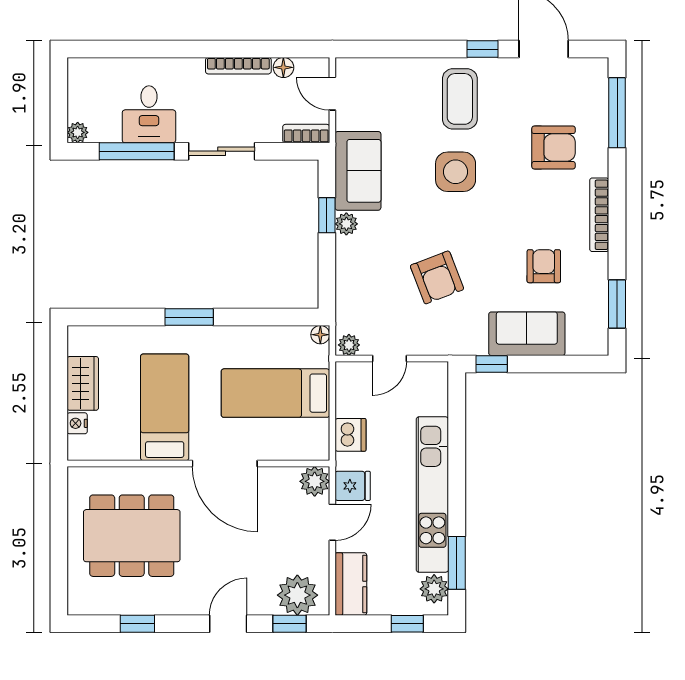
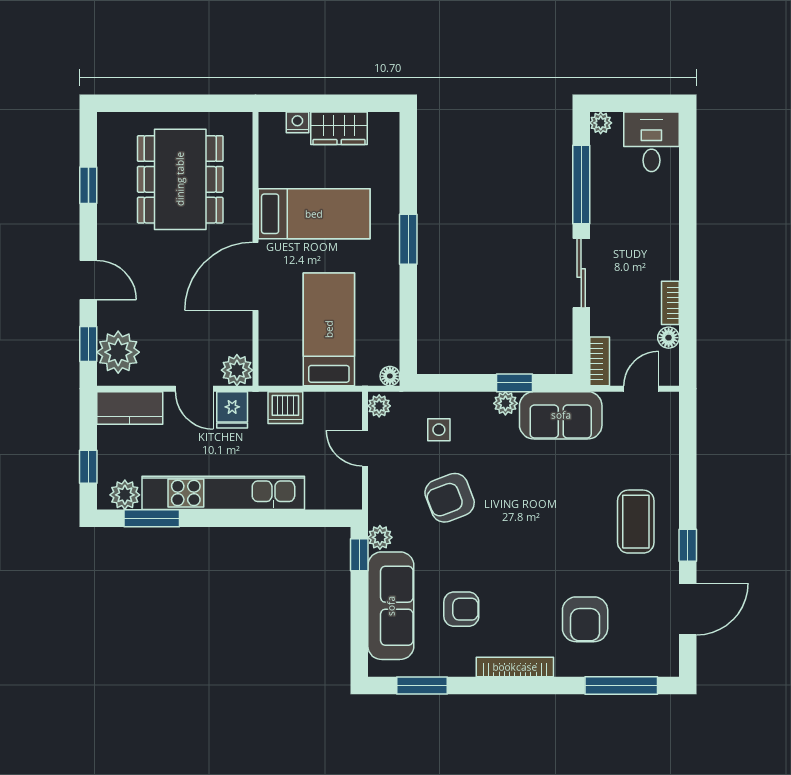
bookcase: (238, 66) -> (670, 303), width x0.64
coffee table: (460, 99) -> (636, 522), turned 90
desk: (149, 114) -> (651, 142), moved, turned 90
side table: (456, 172) -> (439, 430), moved, width x0.54, depth x0.54
sofa: (527, 334) -> (391, 606), width x1.36
plant: (475, 344) -> (380, 537), added

